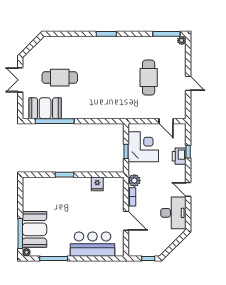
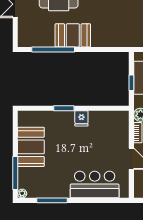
booth: (45, 108) -> (73, 35), moved
fridge: (97, 184) -> (81, 118), moved
booth: (34, 229) -> (31, 147), moved

